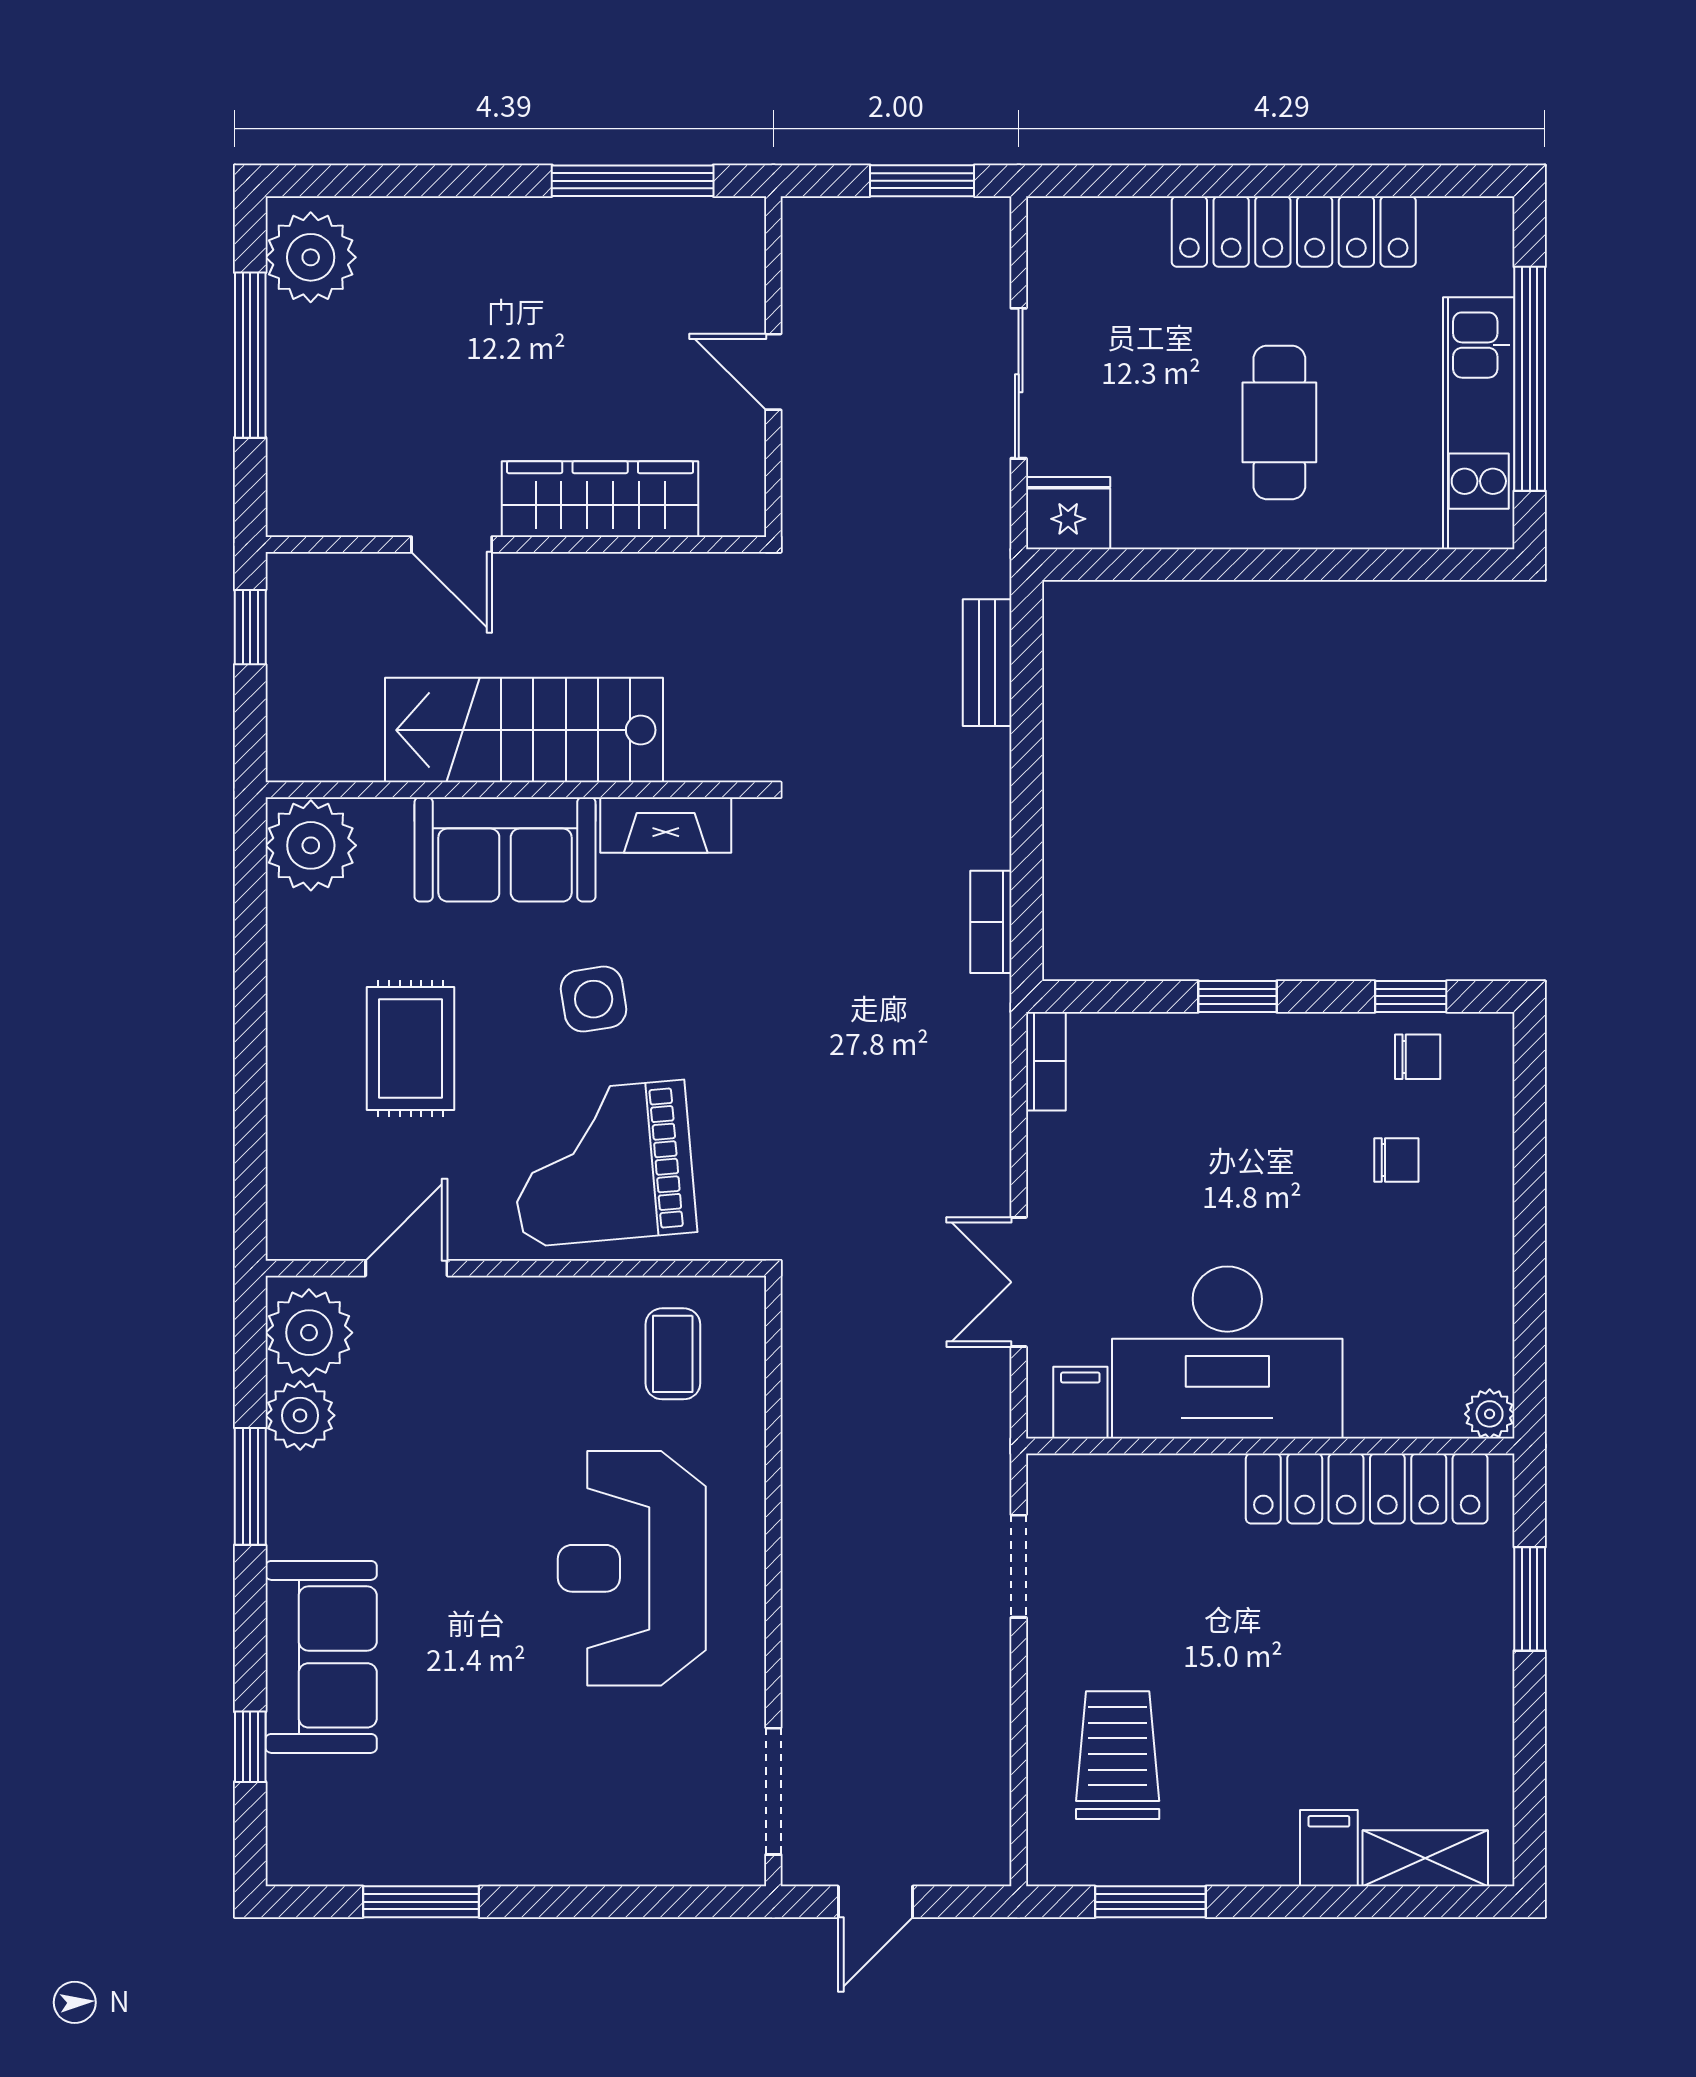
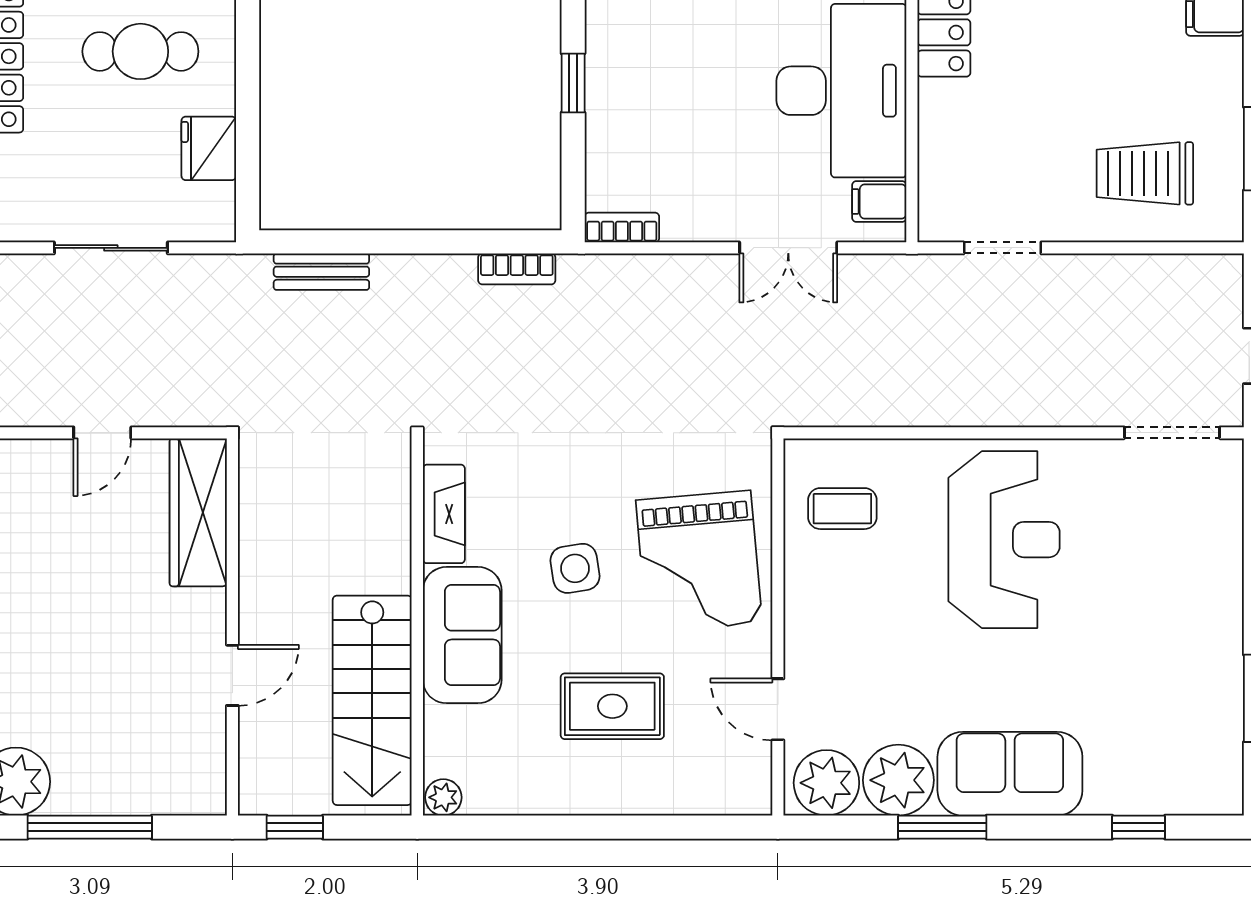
wardrobe: (600, 499) -> (198, 512), moved
fridge: (1068, 513) -> (209, 148), moved
stairs: (524, 730) -> (372, 700), moved
plant: (311, 845) -> (443, 797), width x0.53, depth x0.53
plant: (300, 1415) -> (898, 780), width x1.36, depth x1.36
reception desk: (632, 1568) -> (1004, 540), turned -90
sofa: (321, 1657) -> (1010, 774), moved

